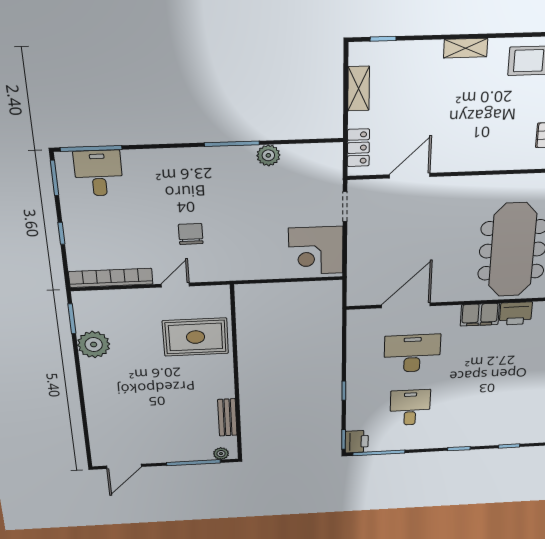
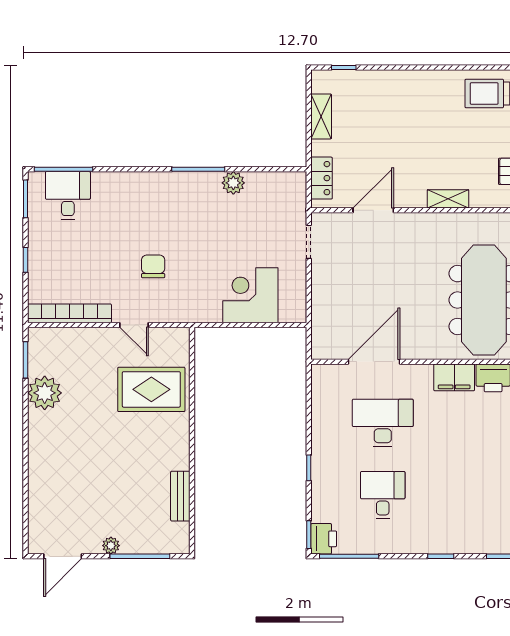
shelving: (466, 48) -> (448, 199), moved
corner desk: (316, 251) -> (250, 295), moved, turned 90
door: (175, 285) -> (134, 325), swing flipped
plant: (221, 454) -> (111, 546), moved

